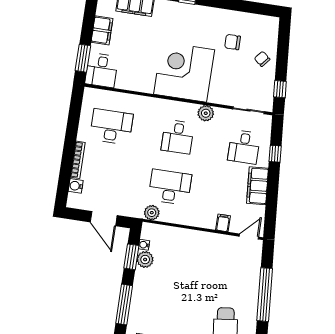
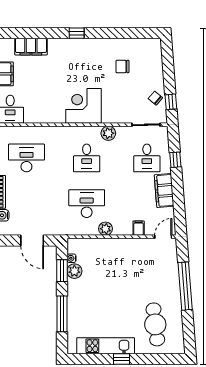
chair: (262, 59) -> (155, 98), moved
corner desk: (184, 72) -> (84, 106), width x0.74, depth x0.74
plant: (152, 213) -> (106, 229), moved

